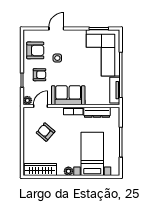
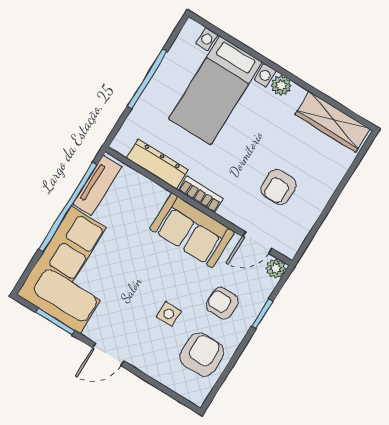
door: (56, 28) -> (108, 354), moved
armchair: (35, 50) -> (202, 354), turned 90
armchair: (46, 132) -> (278, 187), turned 49

